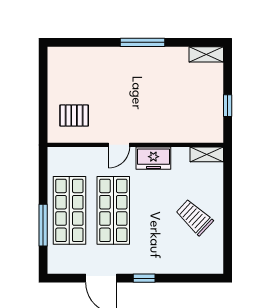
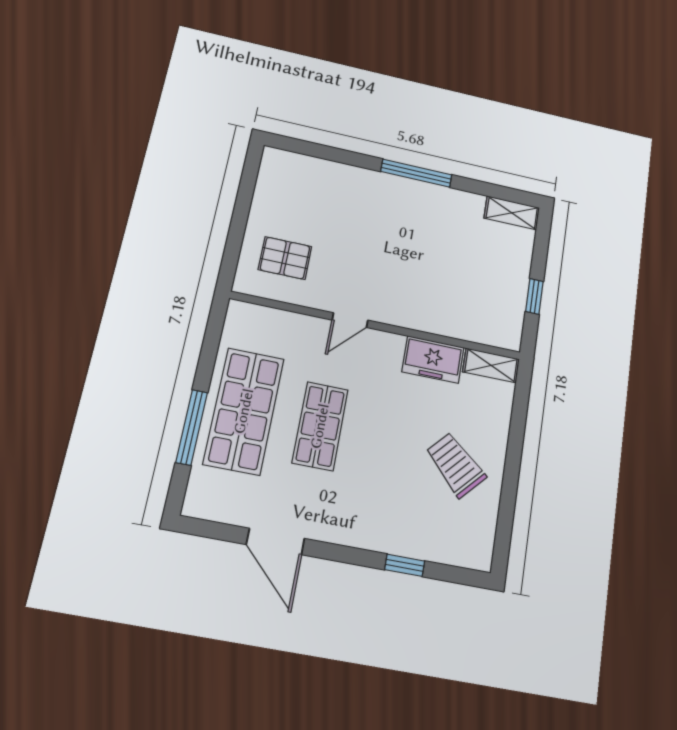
freezer: (153, 158) -> (433, 359), moved
shop shelf: (113, 210) -> (320, 426), width x0.70, depth x0.74
window: (144, 278) -> (405, 565), moved

